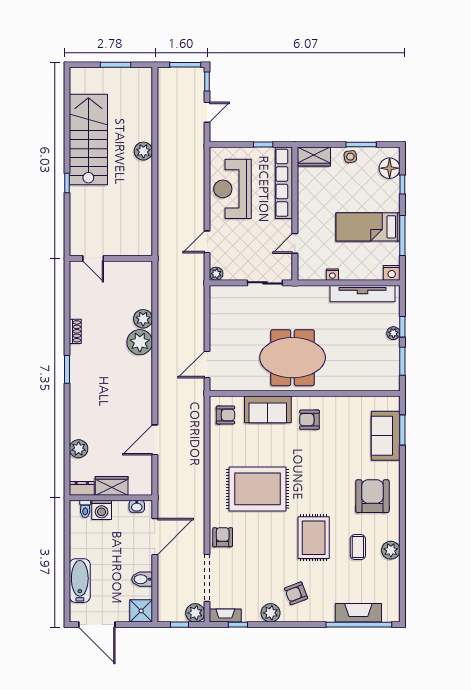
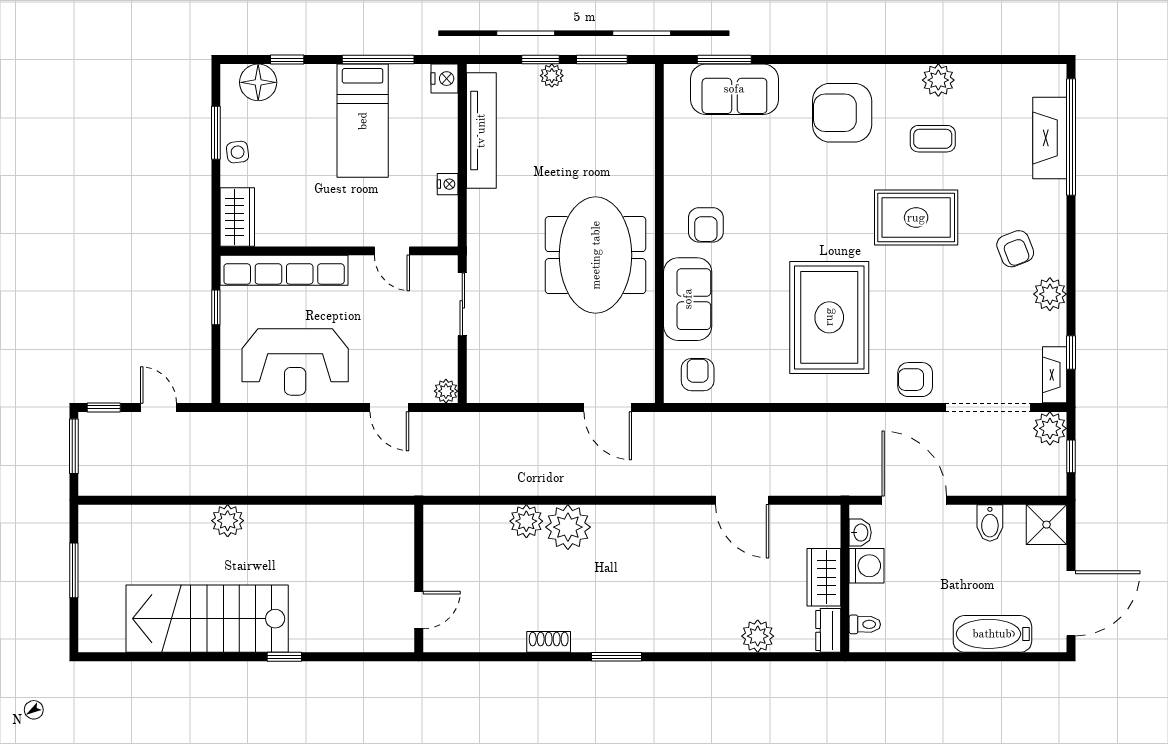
washing machine: (102, 510) -> (867, 566), moved

